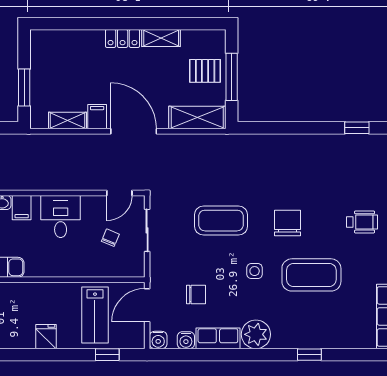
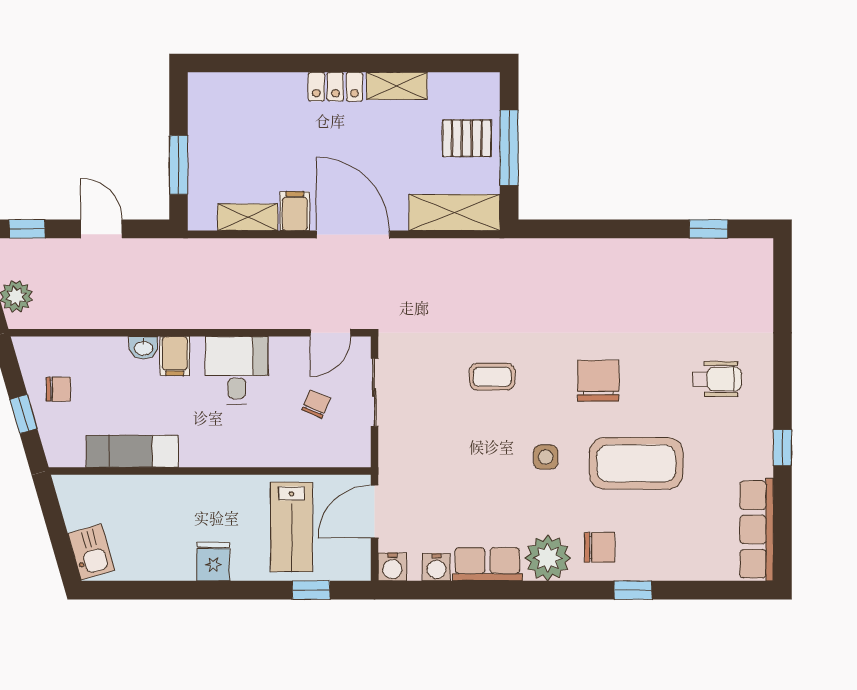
coffee table: (221, 221) -> (492, 377), width x0.54, depth x0.58
chair: (196, 294) -> (600, 547), moved

